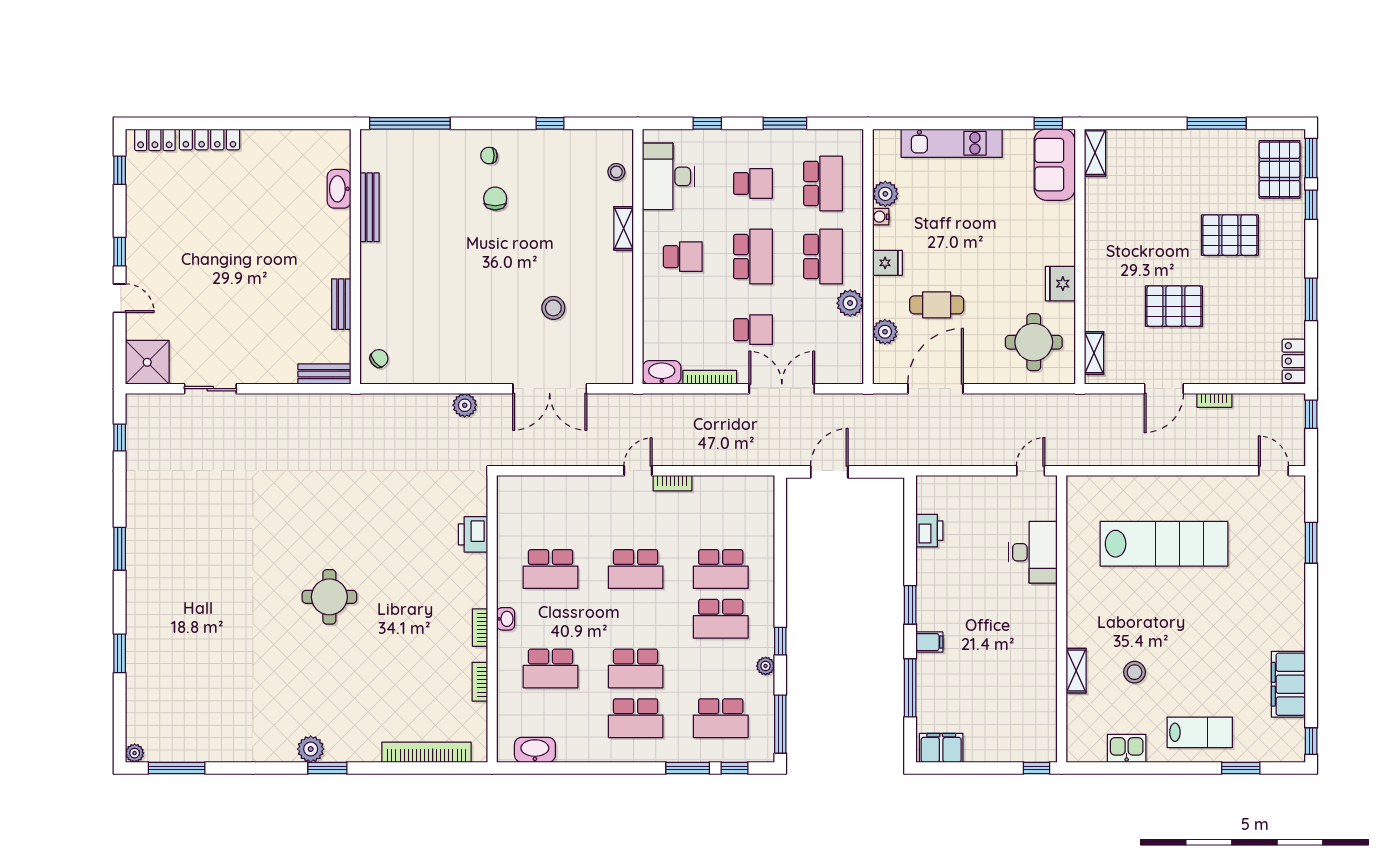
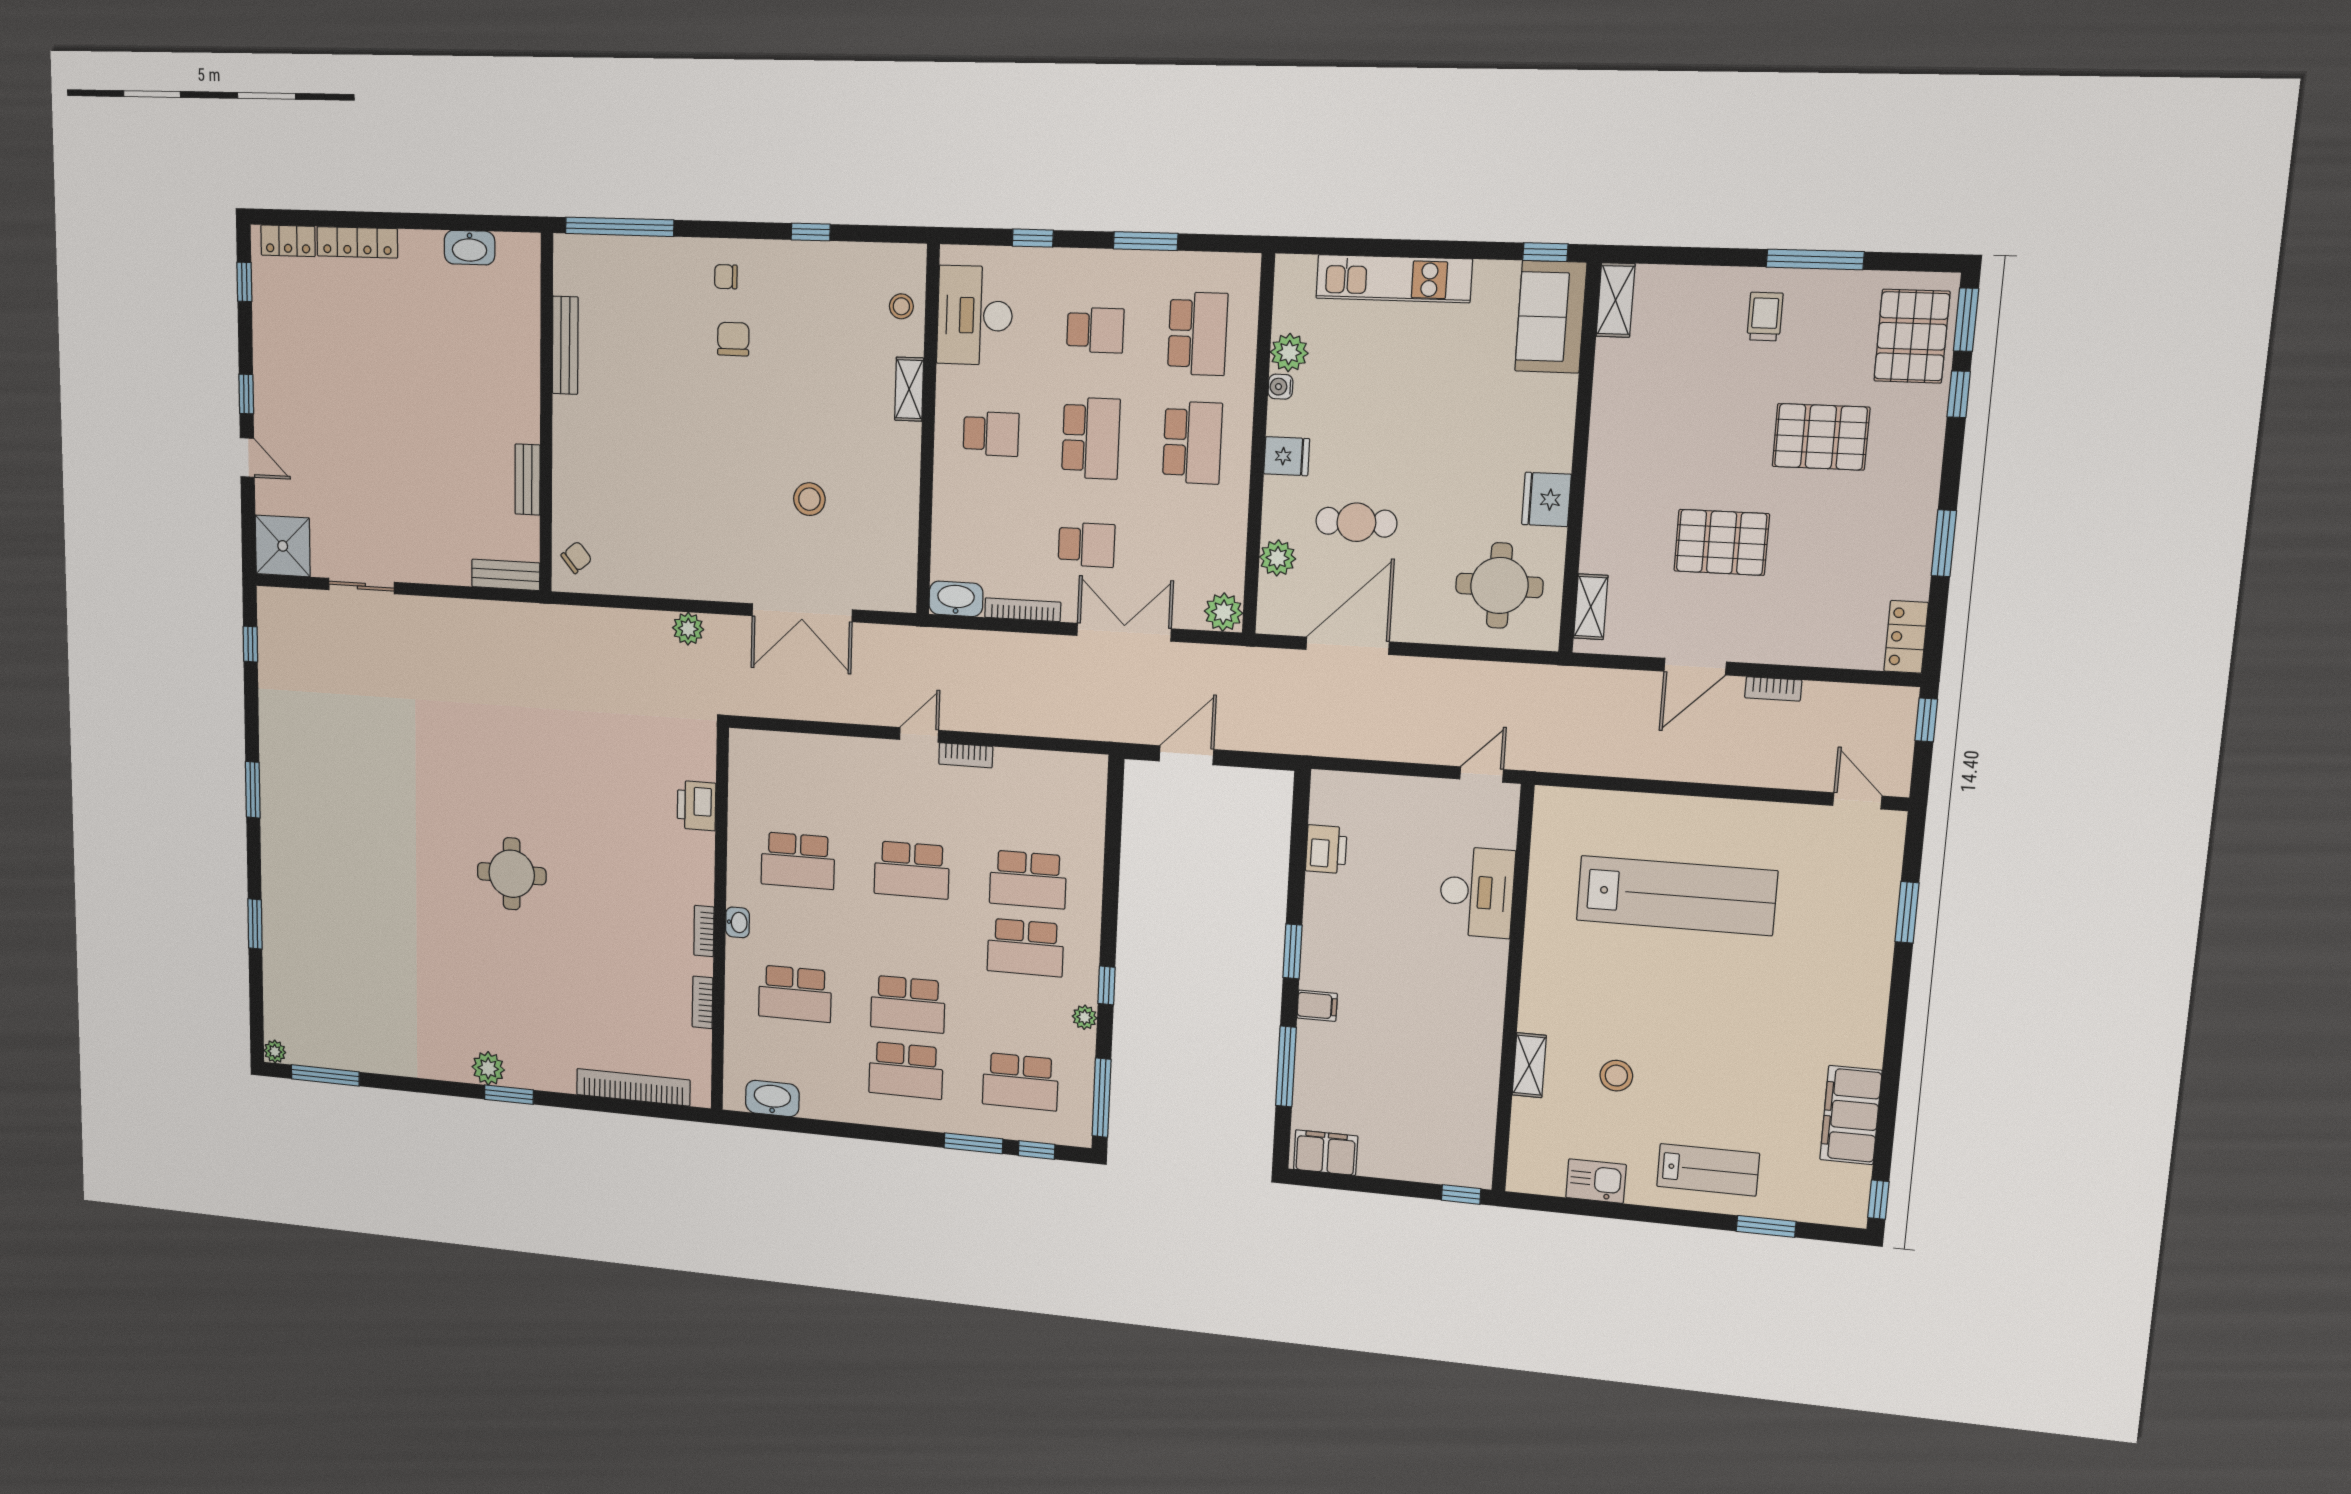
trolley: (1189, 160) -> (1765, 317), added
washbasin: (339, 189) -> (470, 248), moved, turned -90
plant: (850, 303) -> (1224, 612), moved

